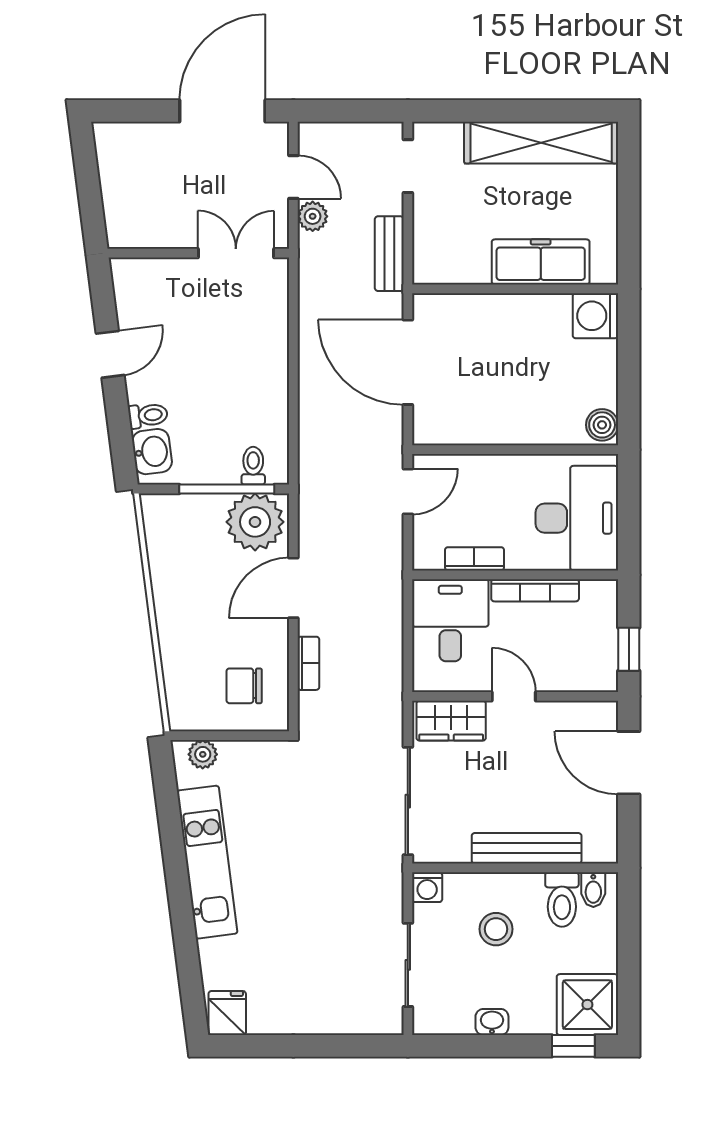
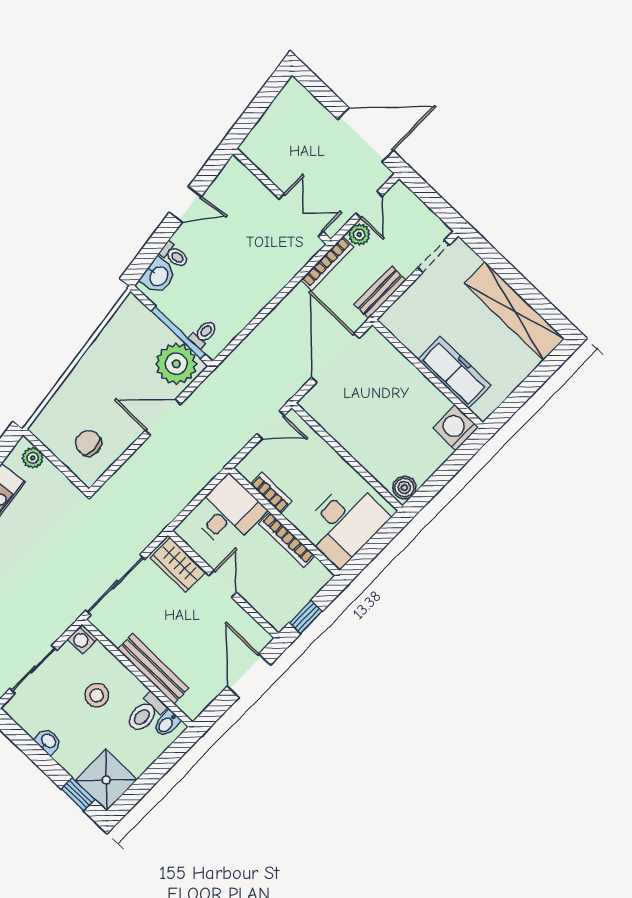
bookcase: (308, 663) -> (327, 263), moved, width x1.56

